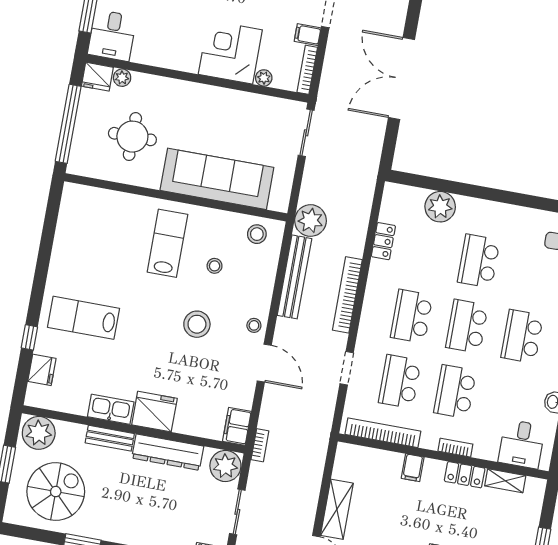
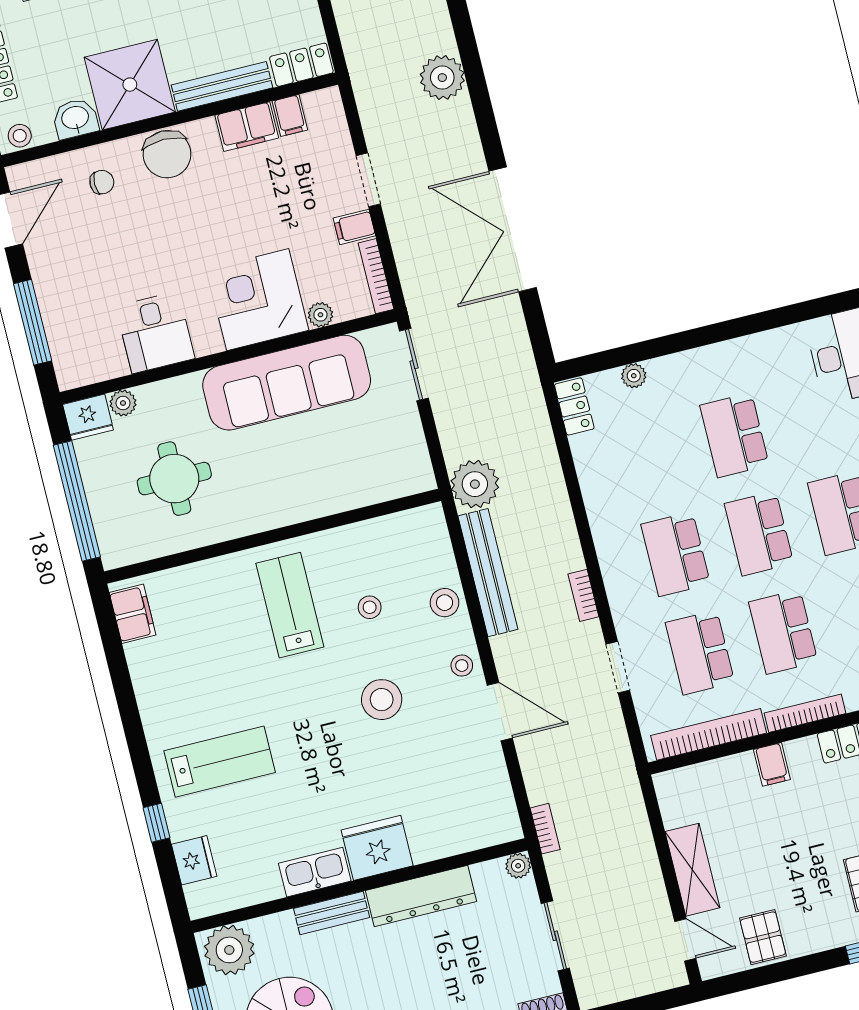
desk: (112, 35) -> (155, 332), moved
sofa: (217, 179) -> (287, 383), moved, turned 180
plant: (440, 207) -> (634, 376), width x0.53, depth x0.53
stool: (257, 234) -> (445, 603), moved
locker: (383, 241) -> (574, 407), moved
bookcase: (347, 295) -> (583, 595), width x0.43, depth x0.76
lab bench: (83, 318) -> (220, 762), turned 180
filing cabinet: (237, 426) -> (133, 614), moved, turned 180
bookcase: (455, 448) -> (805, 713), width x1.56
plant: (225, 466) -> (518, 866), width x0.53, depth x0.53

